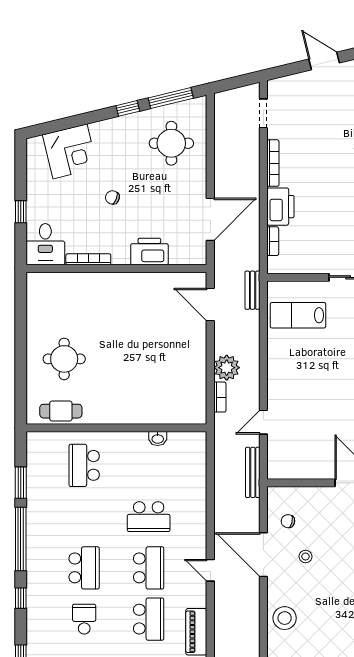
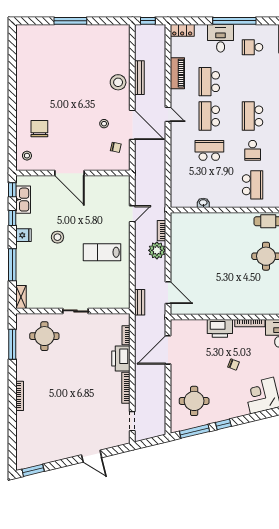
printer: (149, 252) -> (220, 328), moved
lab bench: (298, 315) -> (102, 252), moved, turned 180
bench: (253, 472) -> (139, 78), moved
school desk: (84, 619) -> (253, 150), moved

